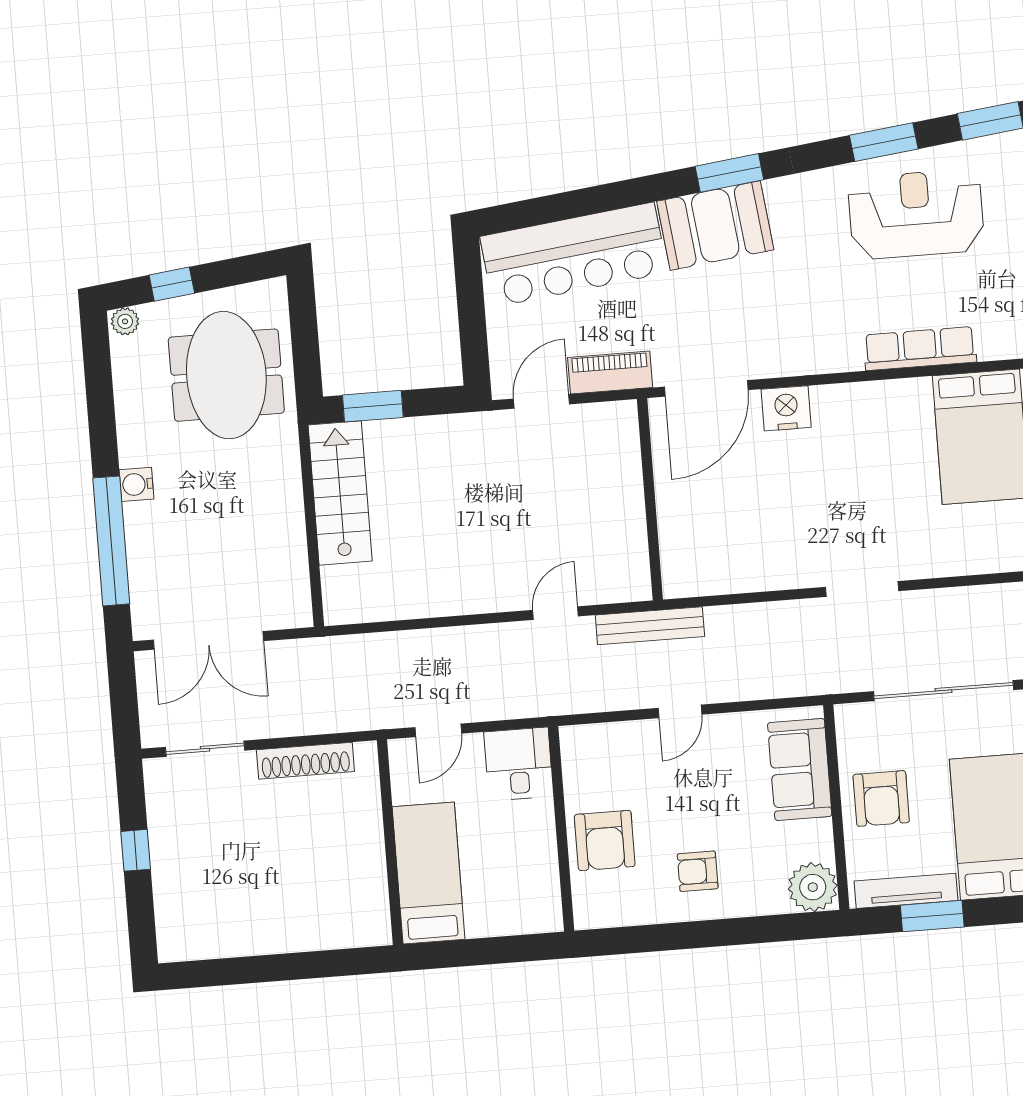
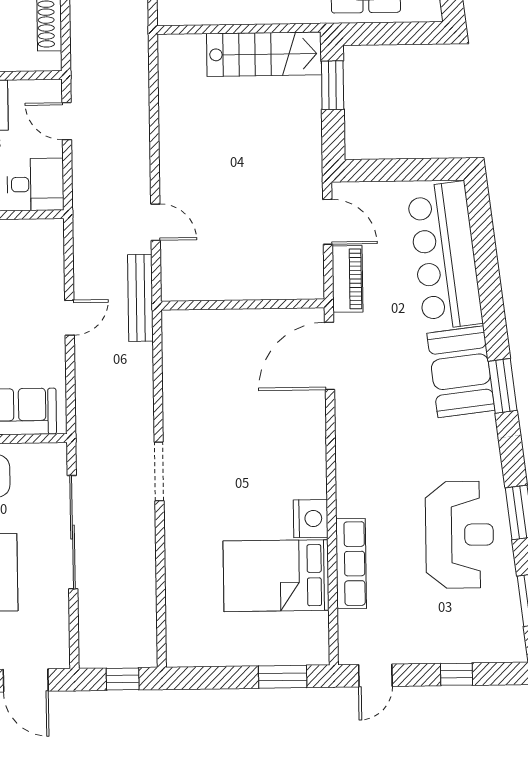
row of seats: (920, 349) -> (351, 564), moved
door: (706, 388) -> (329, 356), hinge flipped
nightstand: (786, 408) -> (311, 519), moved
door: (680, 711) -> (70, 318), swing flipped

